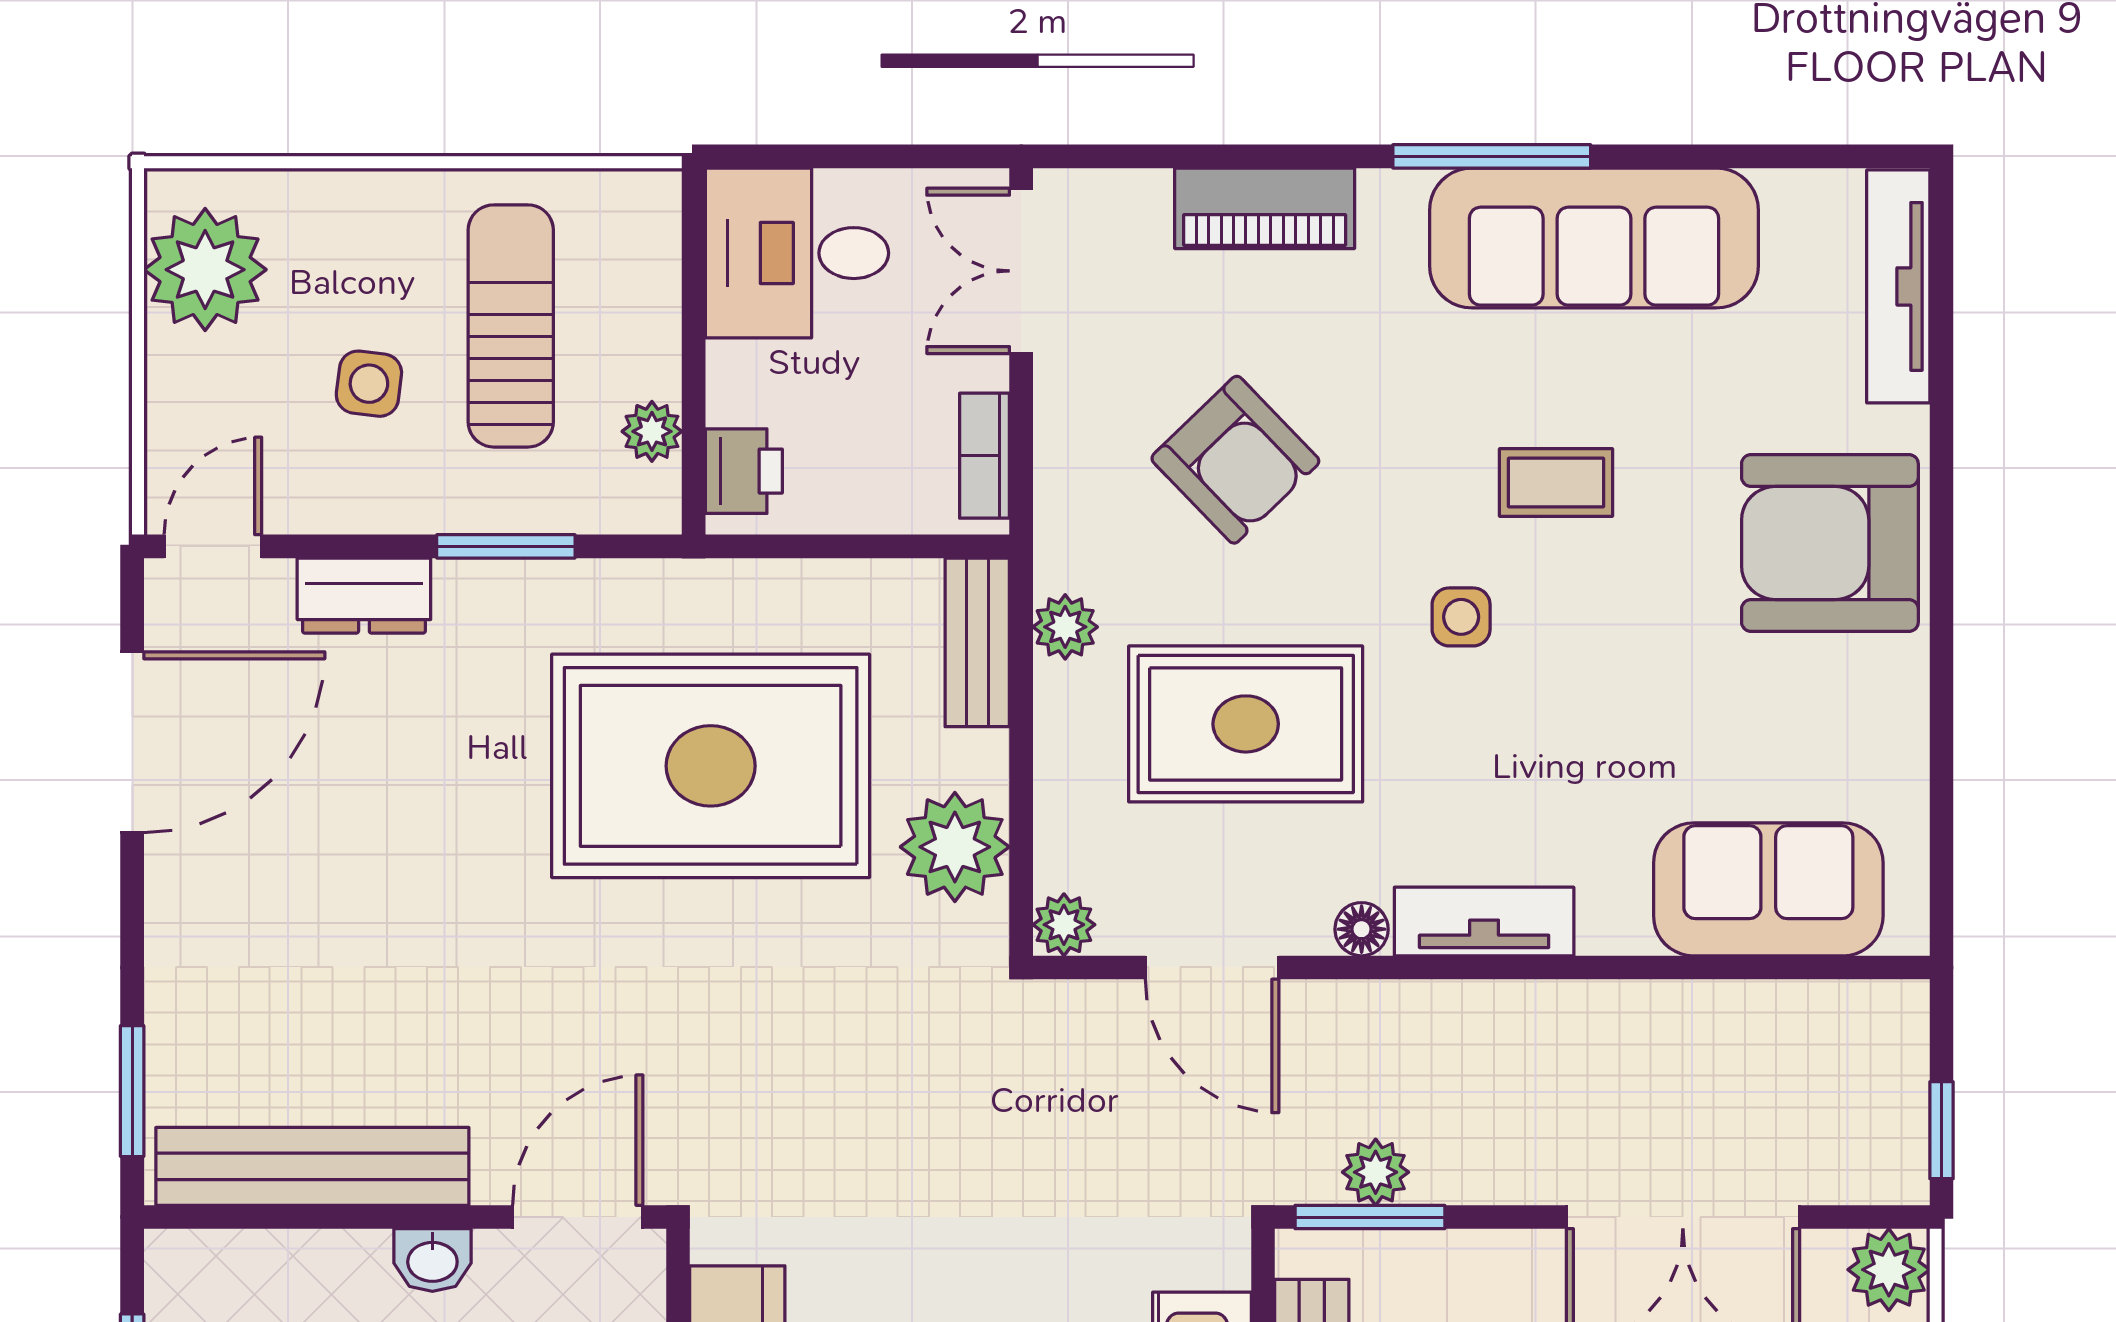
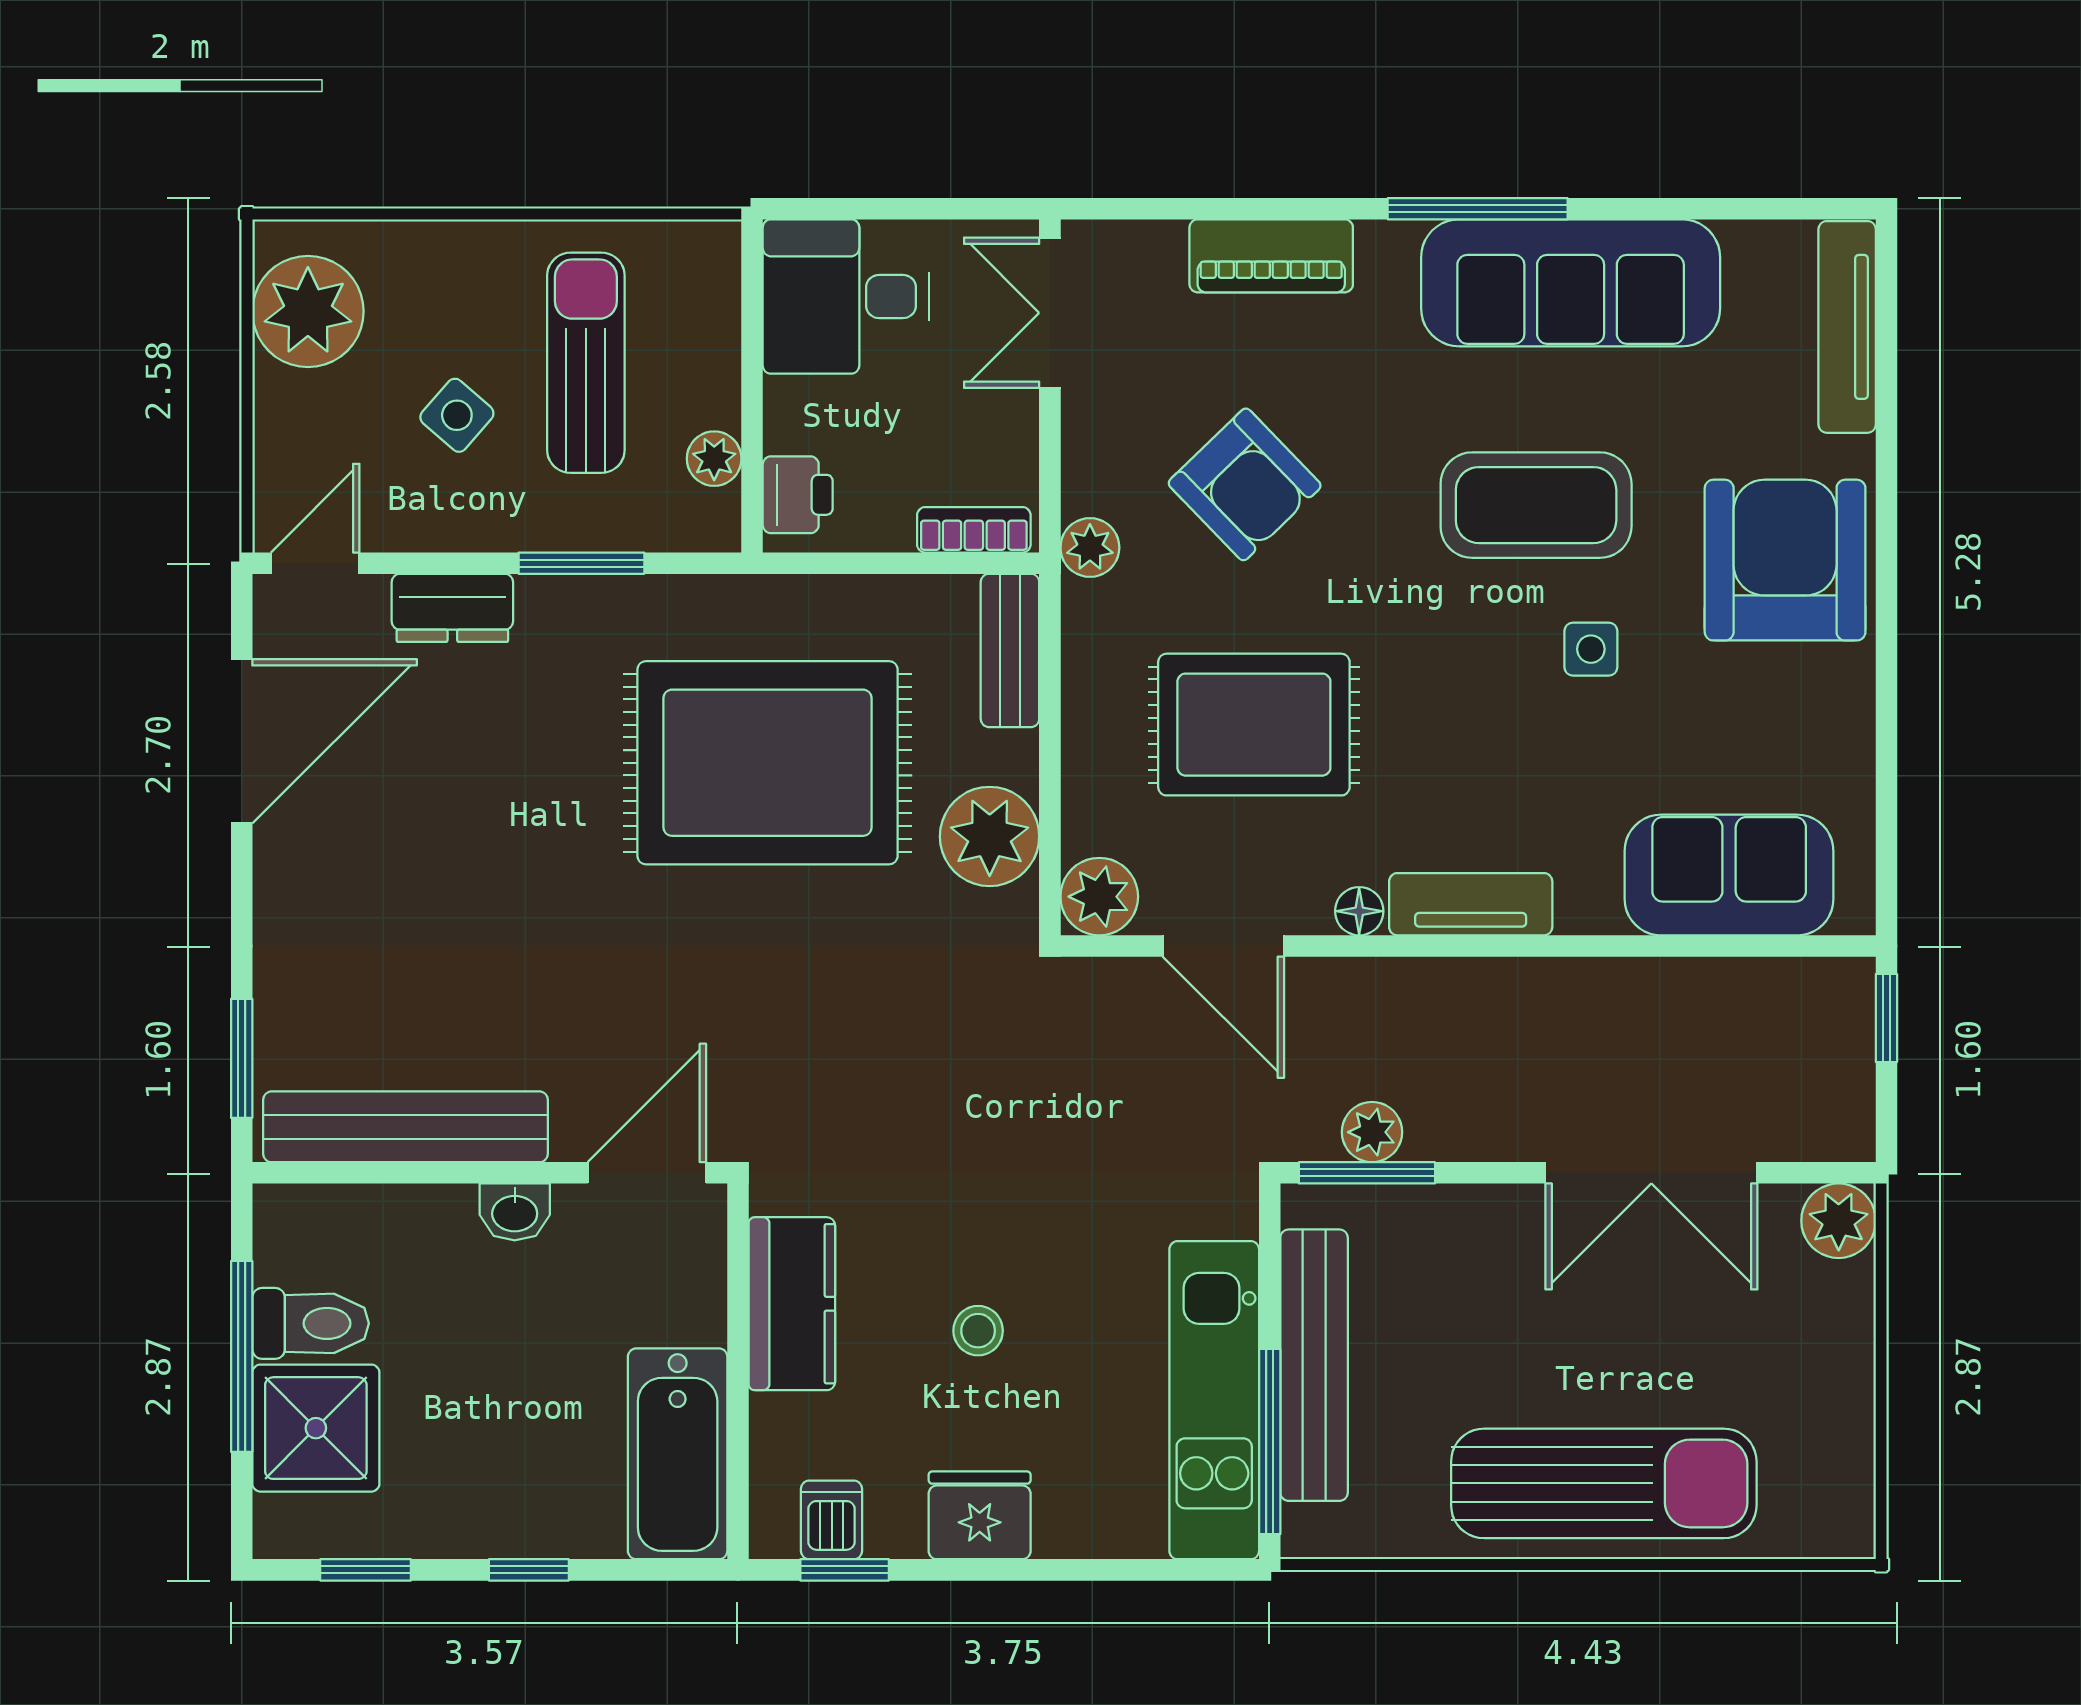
side table: (369, 384) -> (457, 415), turned 34
bookcase: (985, 456) -> (974, 530), moved, turned 90
coffee table: (1556, 482) -> (1536, 505), width x1.86, depth x1.72
armchair: (1830, 543) -> (1785, 560), turned 90
side table: (1461, 617) -> (1591, 649), moved
plant: (1065, 627) -> (1090, 548), moved
plant: (1064, 925) -> (1099, 897), width x1.38, depth x1.38
window: (1941, 1130) -> (1886, 1018), moved

